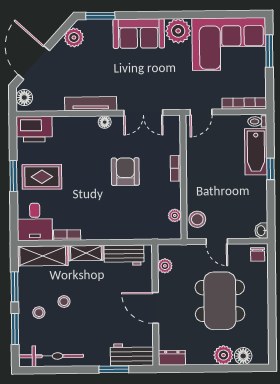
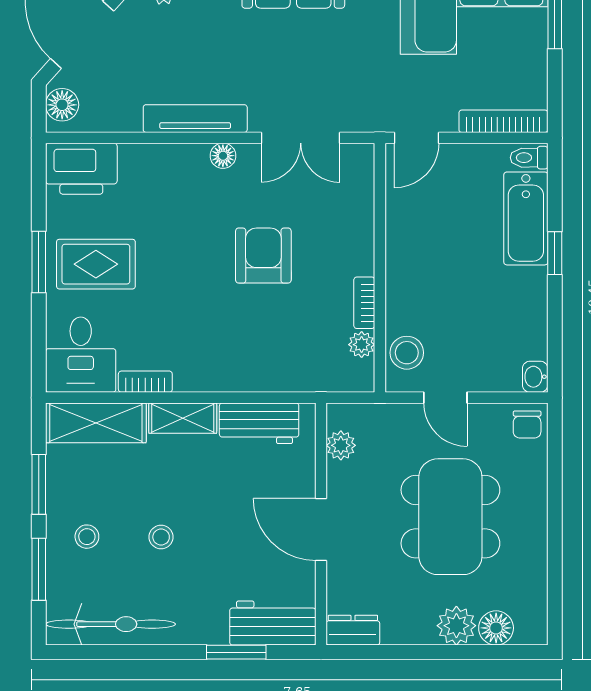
bookcase: (176, 168) -> (364, 303), moved
stool: (64, 302) -> (161, 537), moved

